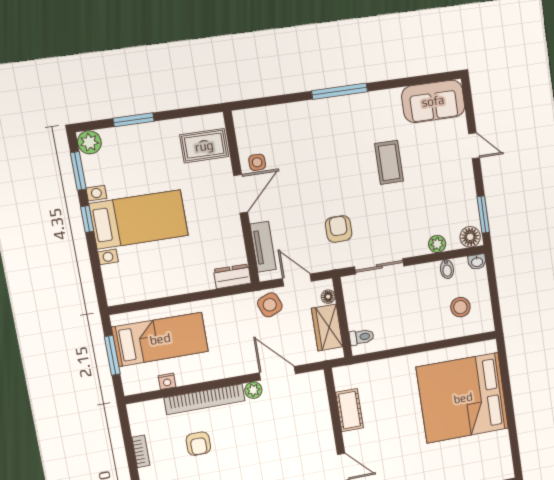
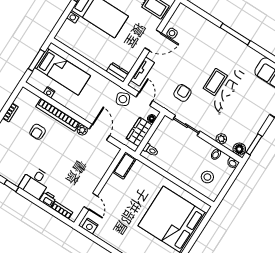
coffee table: (389, 162) -> (215, 82), moved
cot: (349, 410) -> (124, 165), moved

